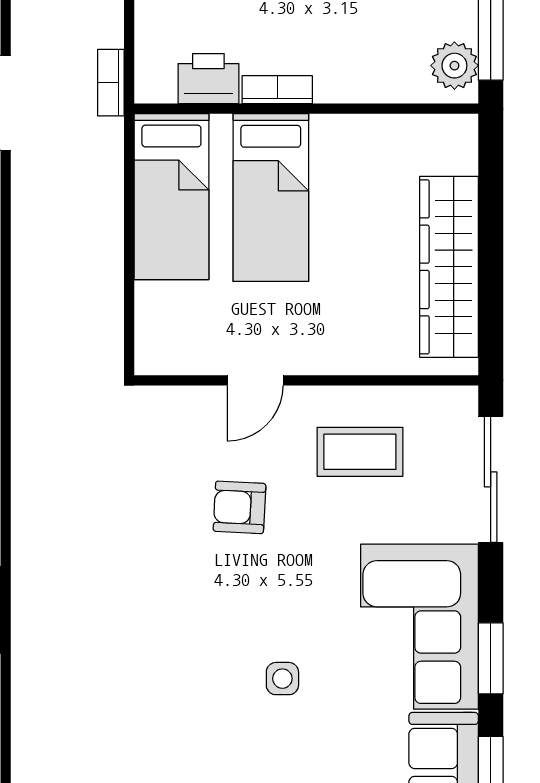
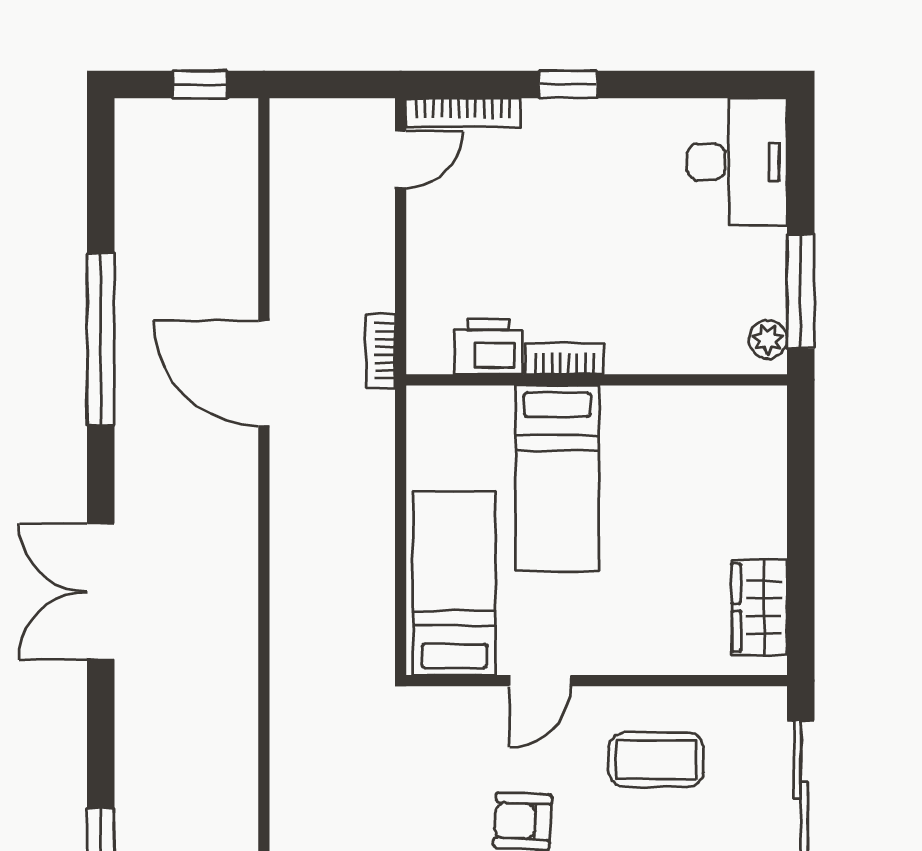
plant: (454, 66) -> (768, 339), width x0.73, depth x0.73
bed: (171, 197) -> (454, 583), moved, turned 180
wardrobe: (449, 267) -> (759, 607), width x0.48, depth x0.85

